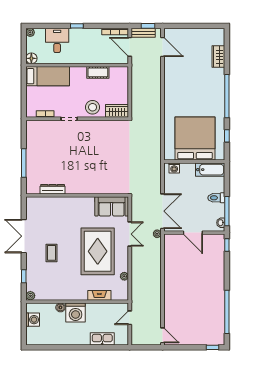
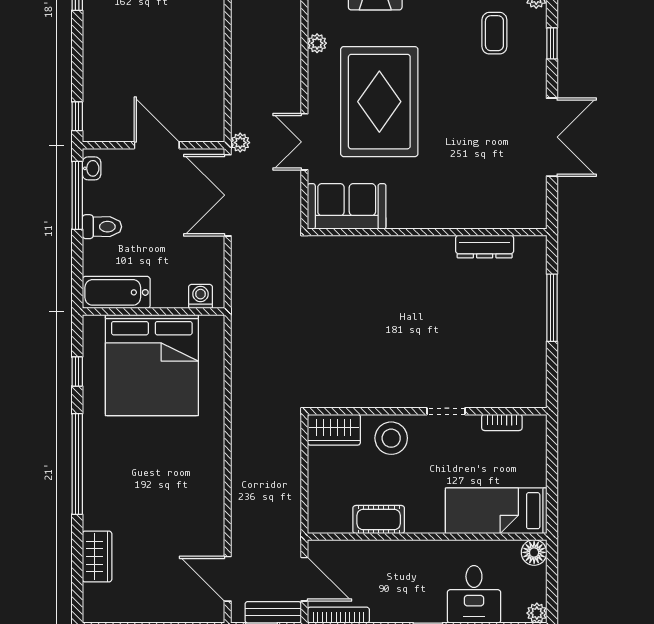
coffee table: (52, 253) -> (494, 33), moved

